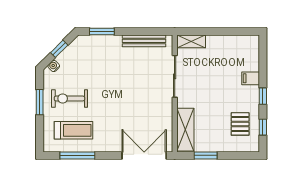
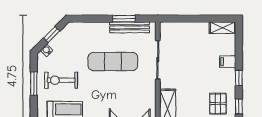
window: (102, 31) -> (124, 19), moved
shelving: (191, 41) -> (222, 28), moved
exercise mat: (126, 78) -> (113, 62), added

